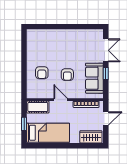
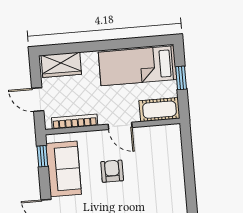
armchair: (42, 73) -> (157, 171), removed
window: (106, 74) -> (42, 156), moved
door: (106, 118) -> (38, 100), hinge flipped

